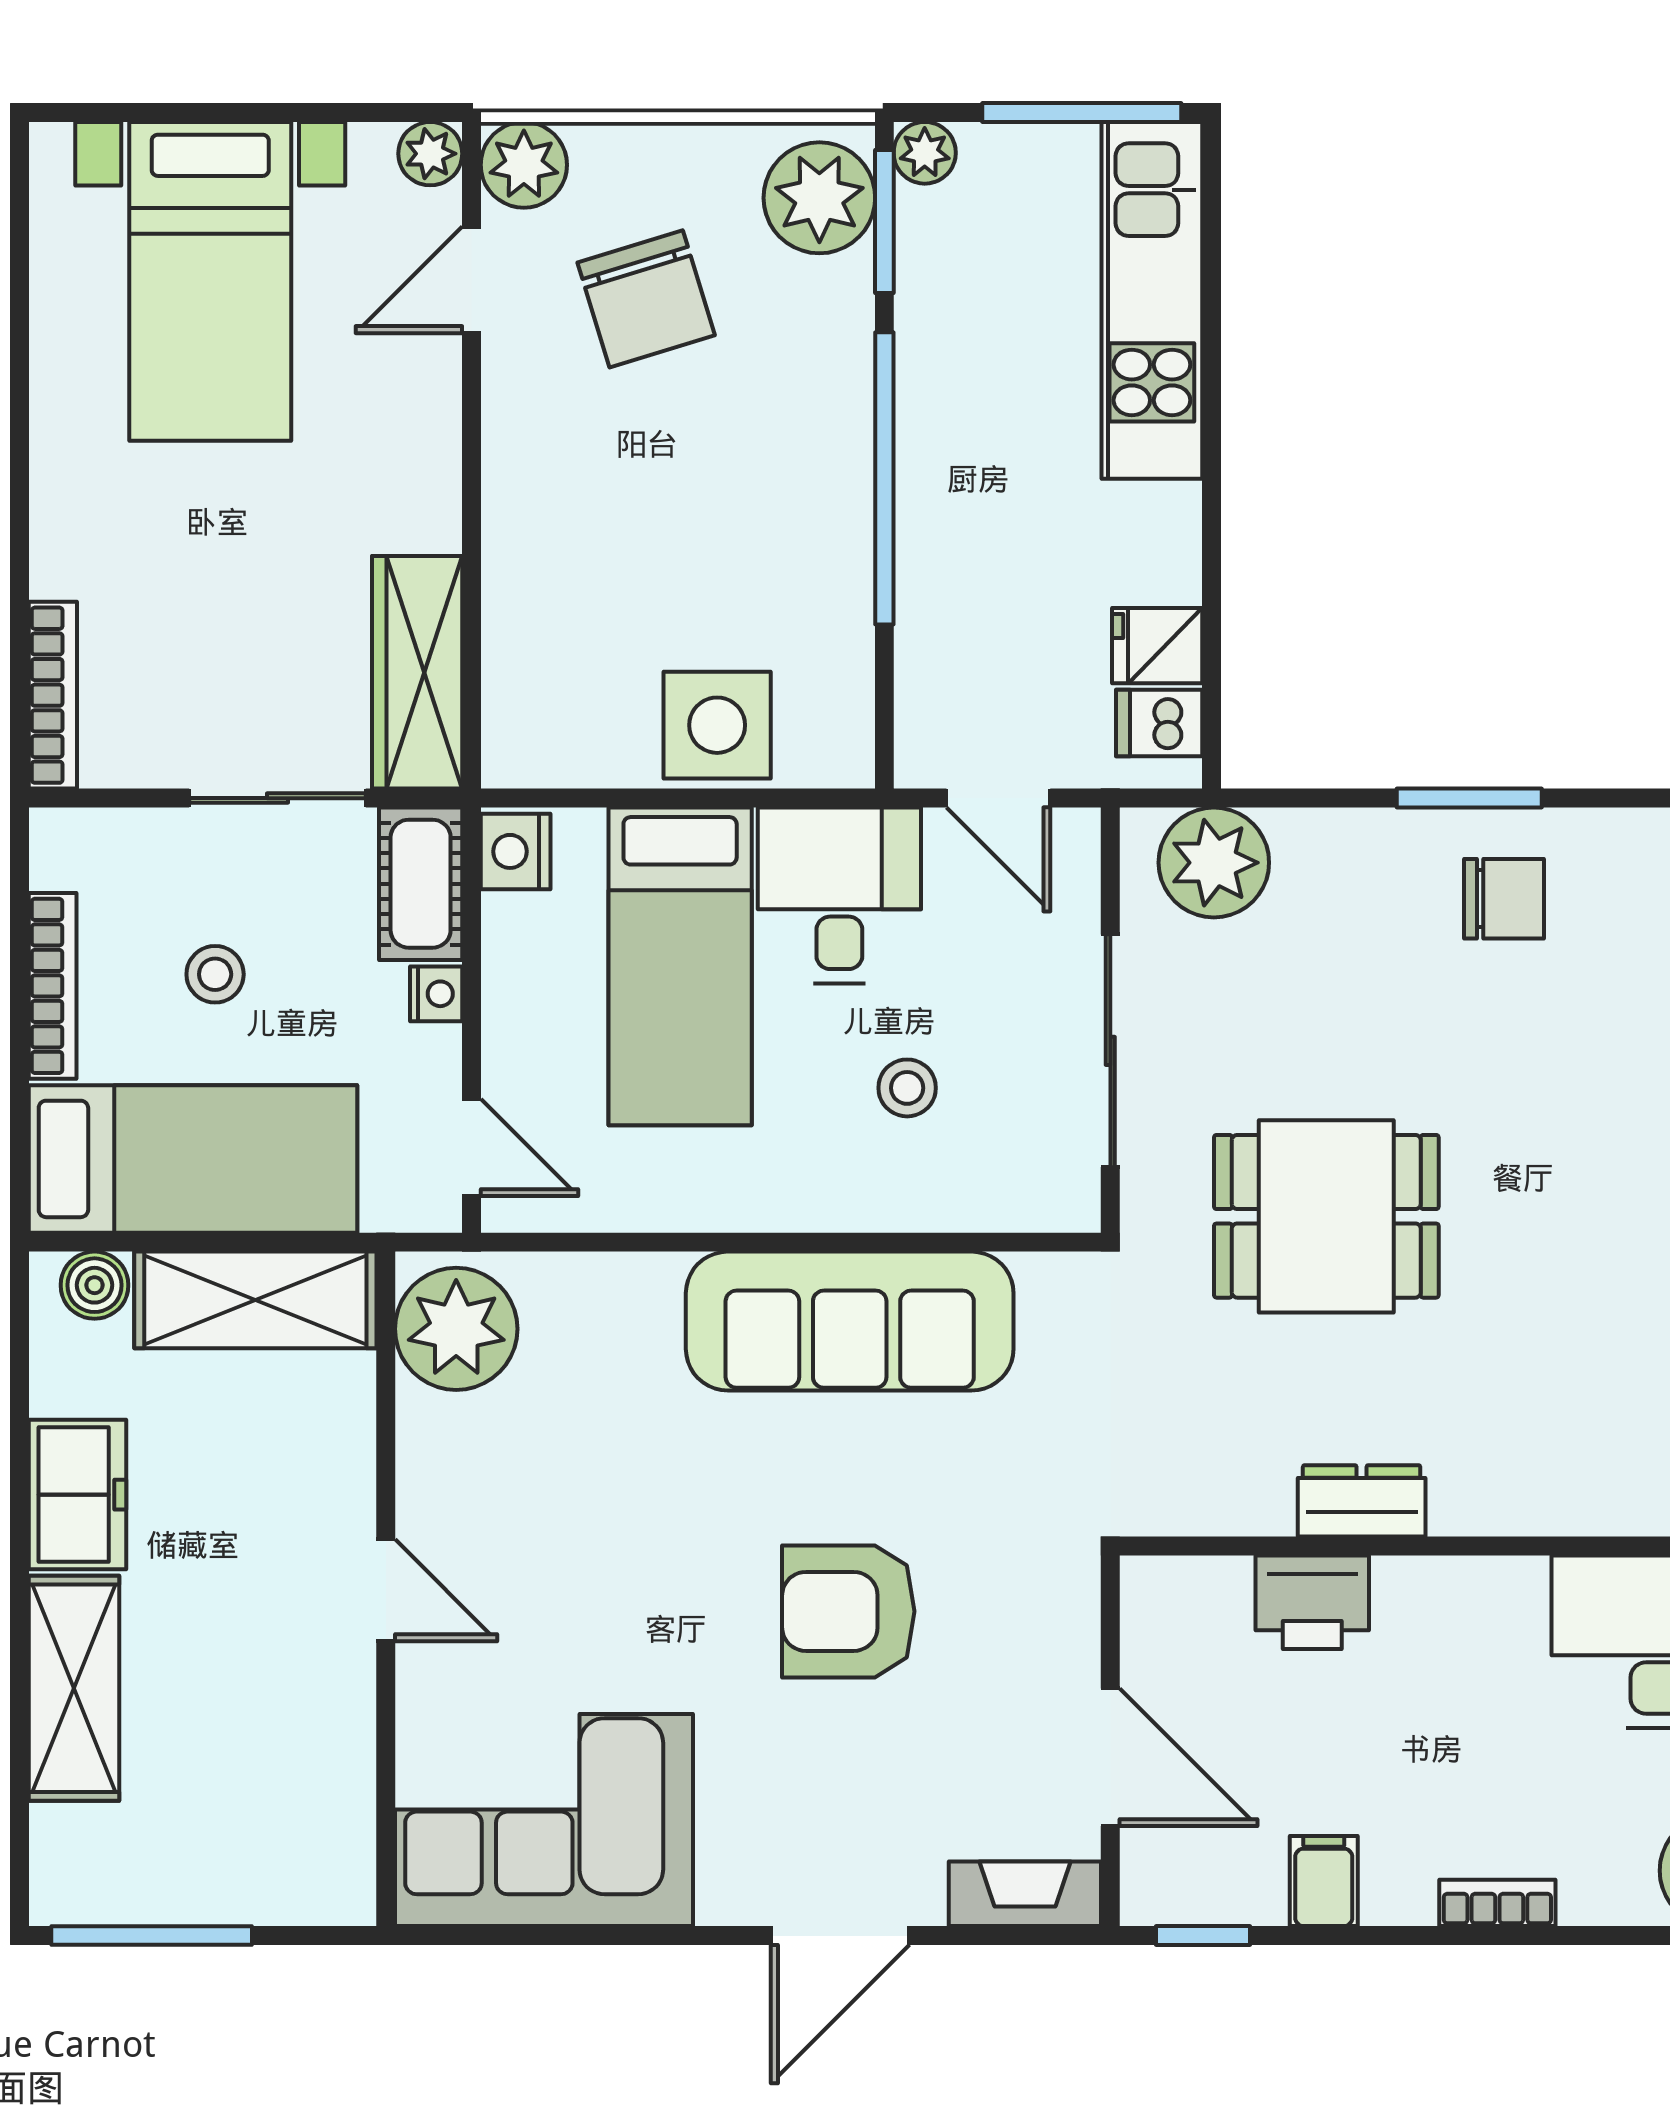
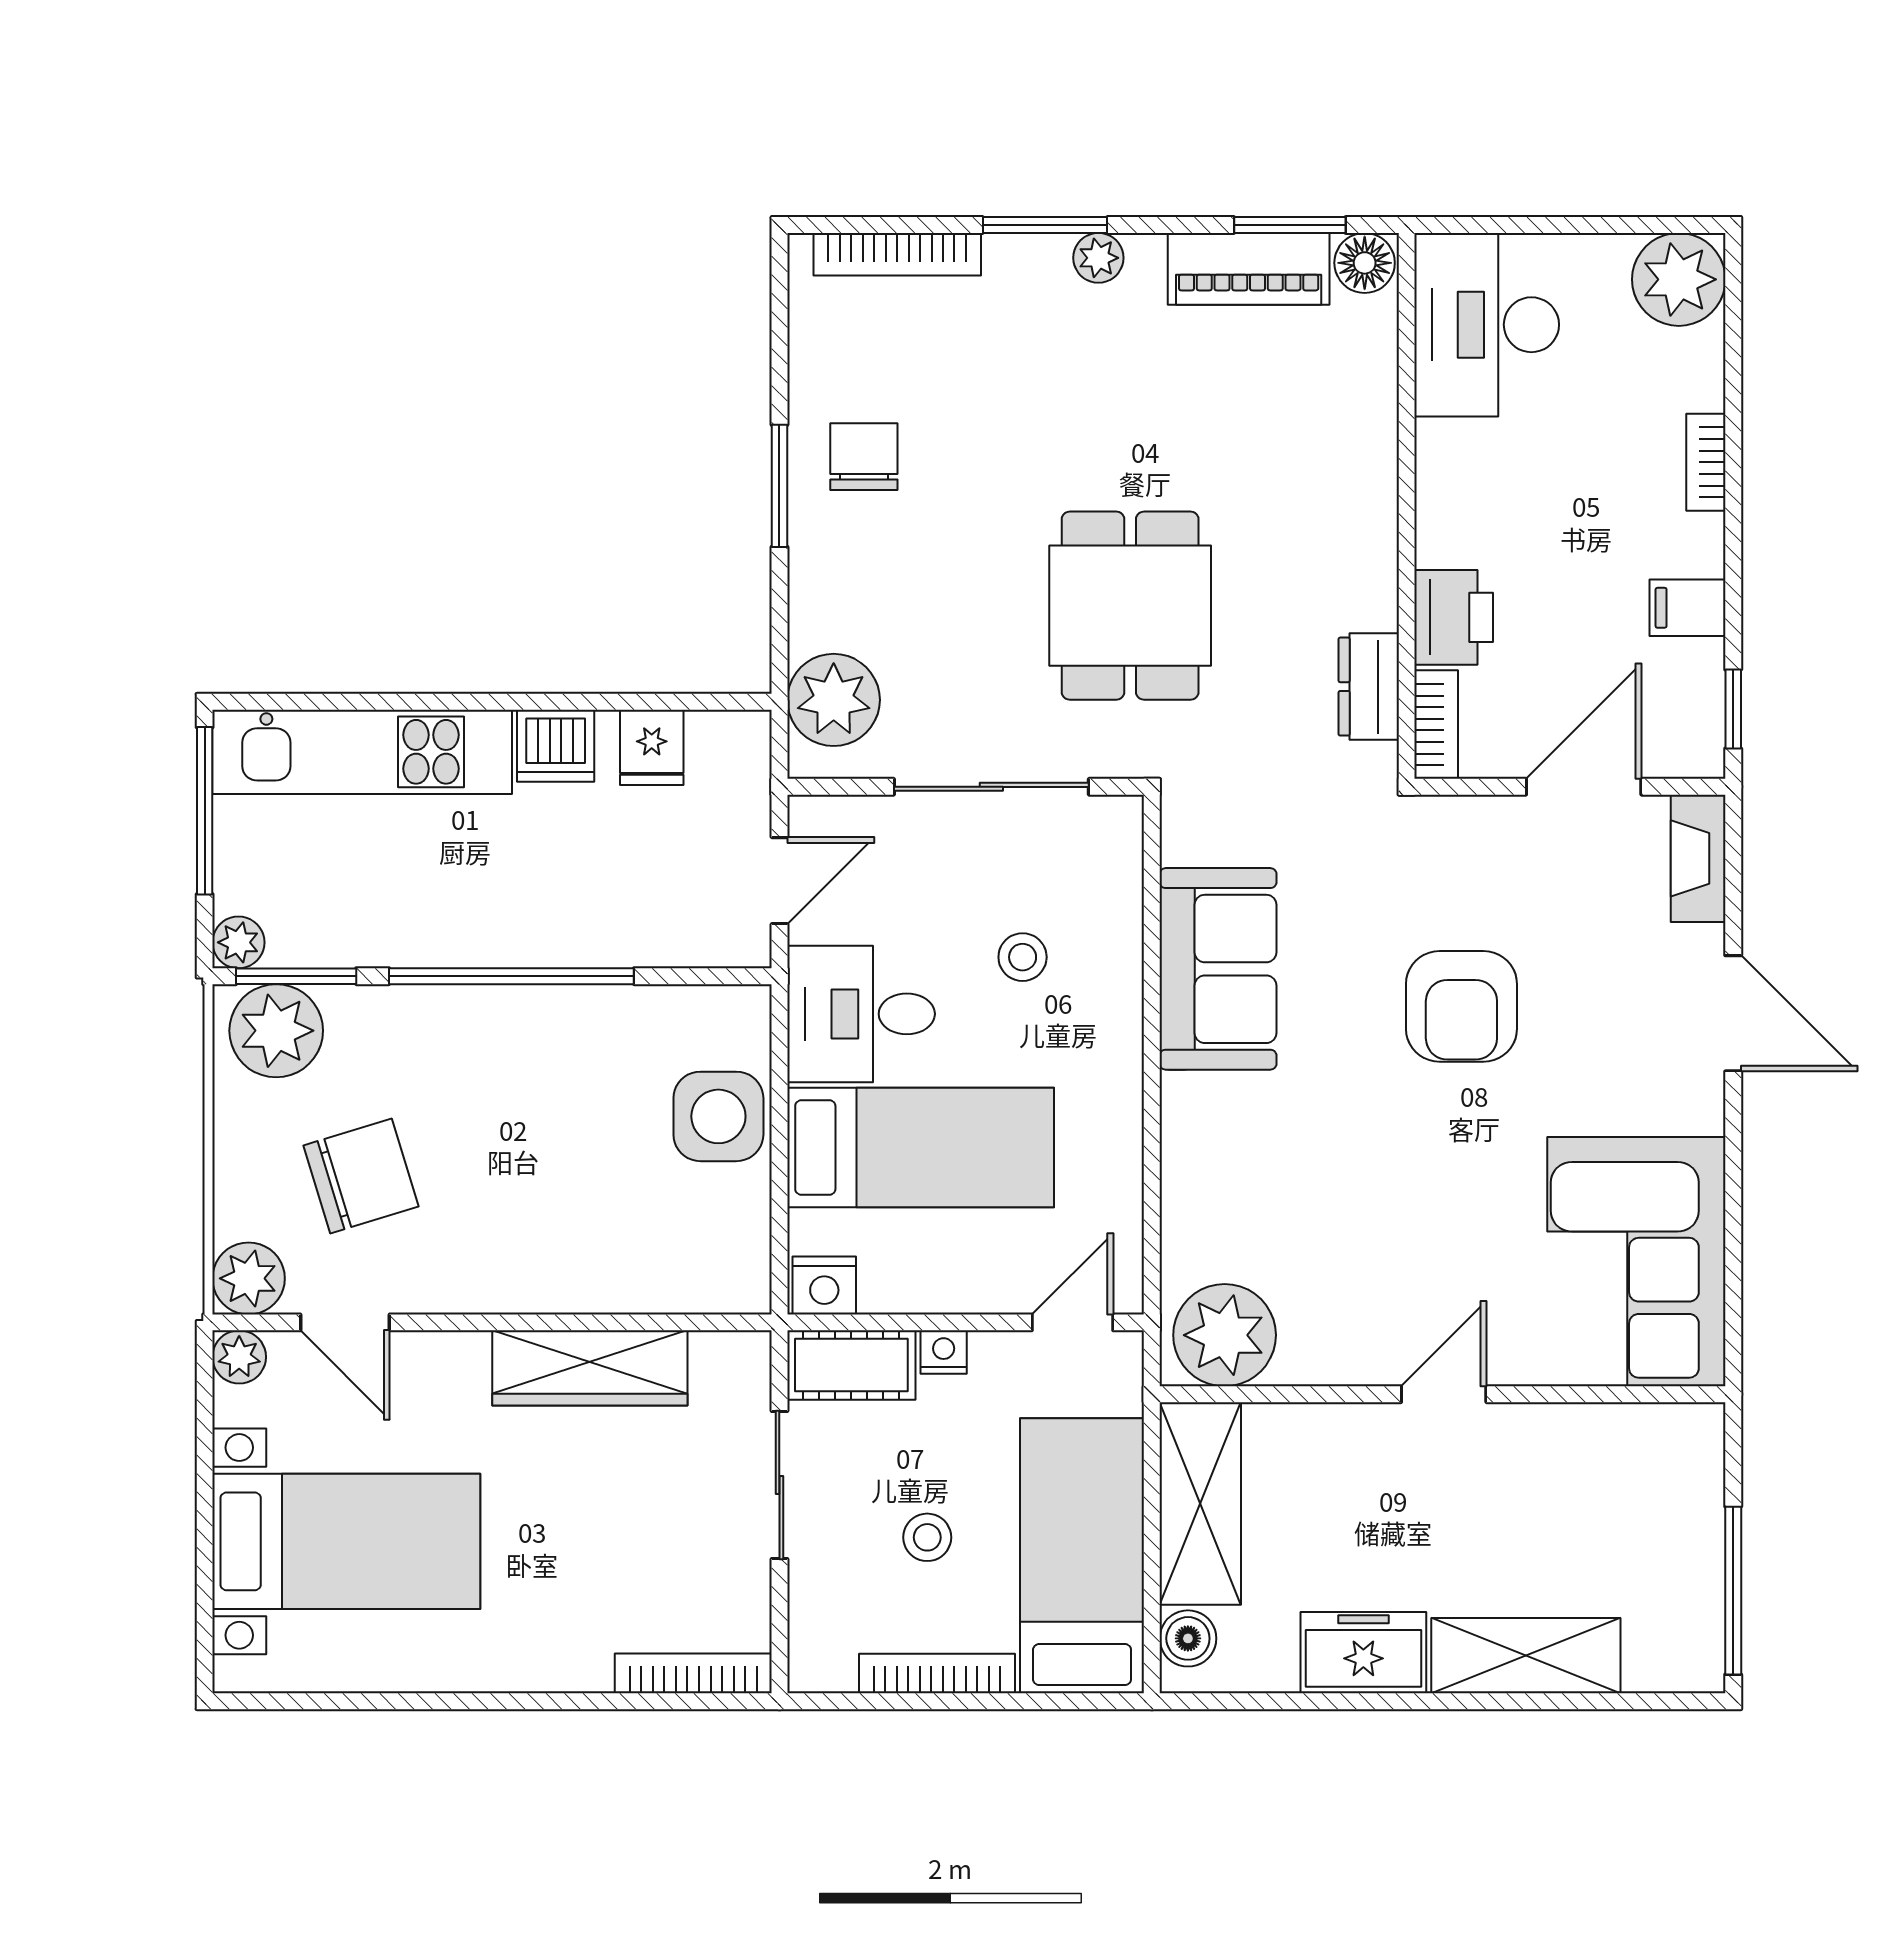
wardrobe: (417, 672) -> (590, 1368), moved
dishwasher: (1159, 723) -> (556, 746), moved, width x1.38
sofa: (850, 1321) -> (1218, 969), width x0.73
dresser: (1362, 1501) -> (1369, 687), moved
bookcase: (1185, 1581) -> (1436, 725), added

